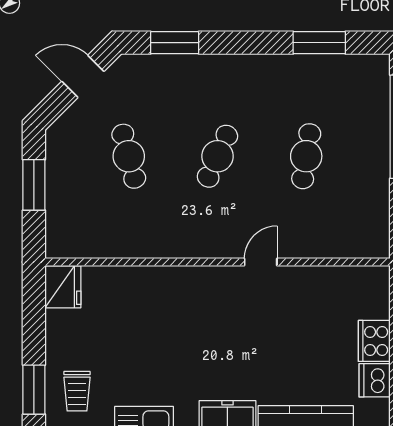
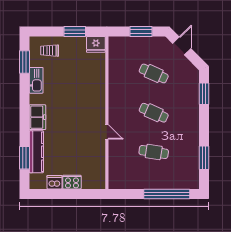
door: (83, 76) -> (182, 46), moved
cafe table: (129, 156) -> (154, 73), turned 39
window: (34, 390) -> (75, 31), moved

